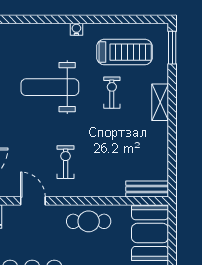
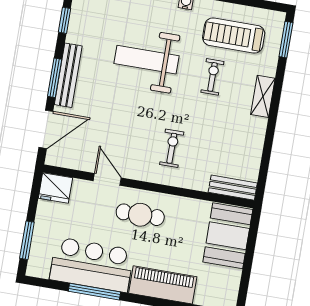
treadmill: (125, 52) -> (234, 36), turned 180
exercise bike: (66, 162) -> (172, 148), moved
cafe table: (89, 221) -> (140, 215), moved

